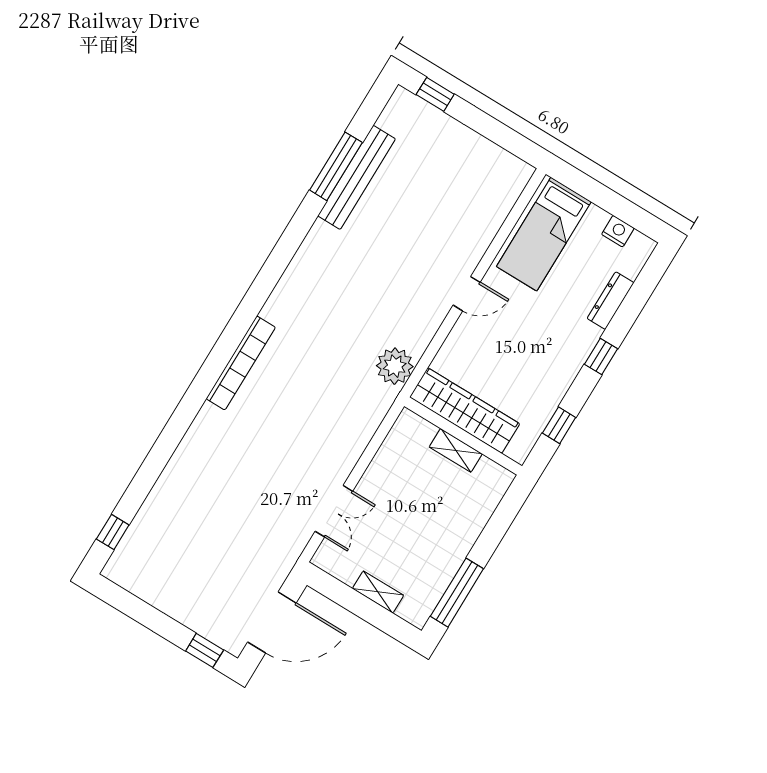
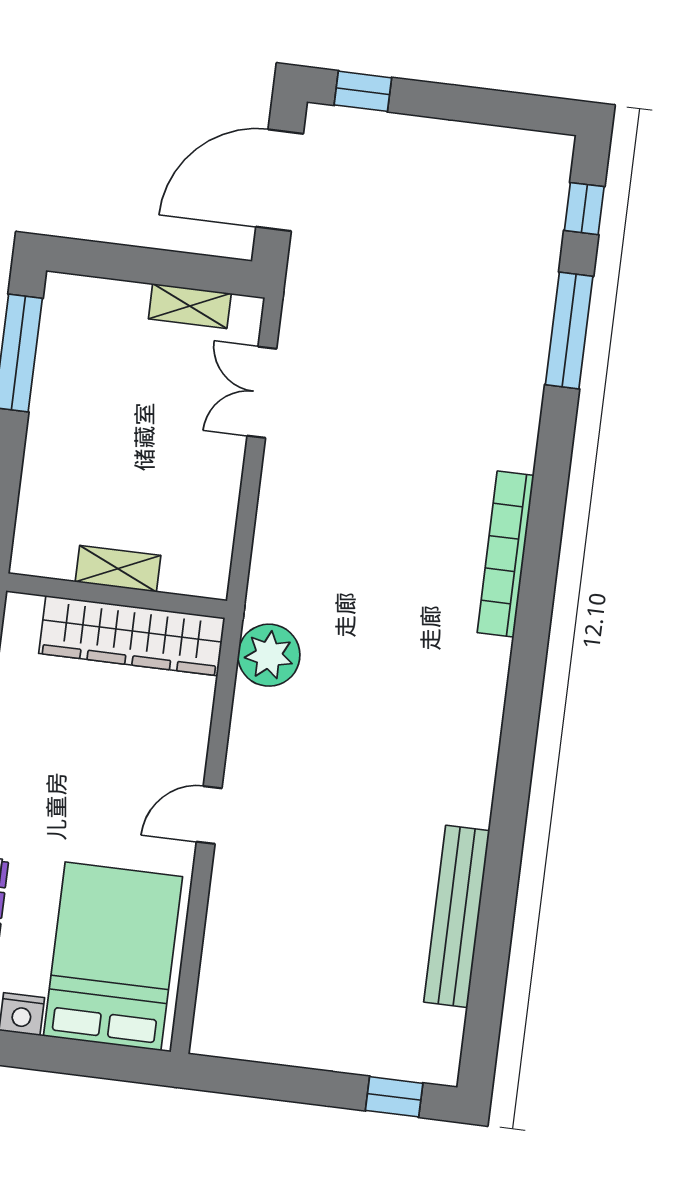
window: (336, 166) -> (569, 330), moved
bed: (544, 234) -> (113, 956), width x1.50
shelving: (378, 592) -> (190, 306), moved

